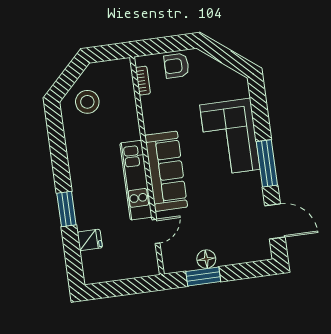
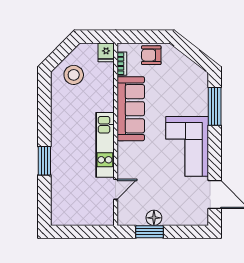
corner sofa: (230, 137) -> (187, 146), moved
window: (267, 163) -> (215, 106), moved
sofa: (166, 171) -> (131, 109), moved
fridge: (90, 240) -> (106, 52), moved, turned 90

